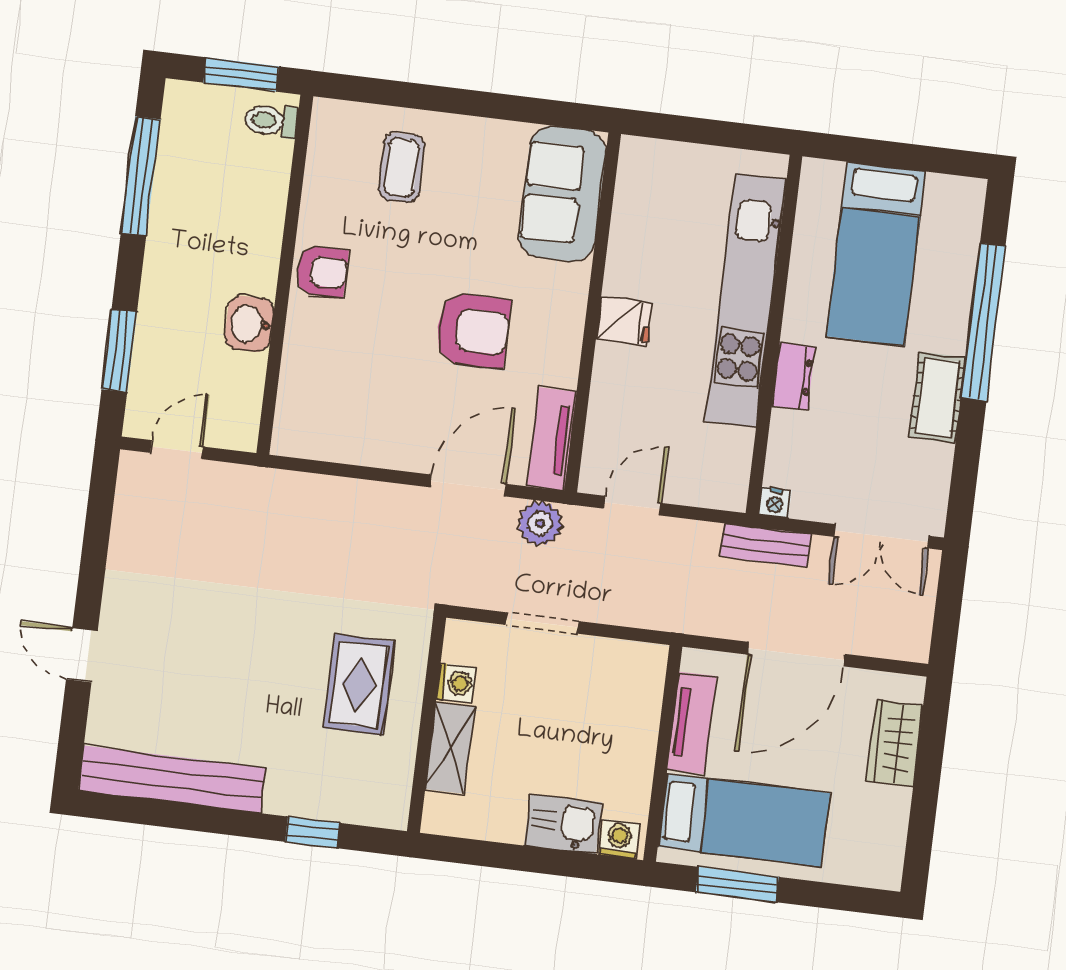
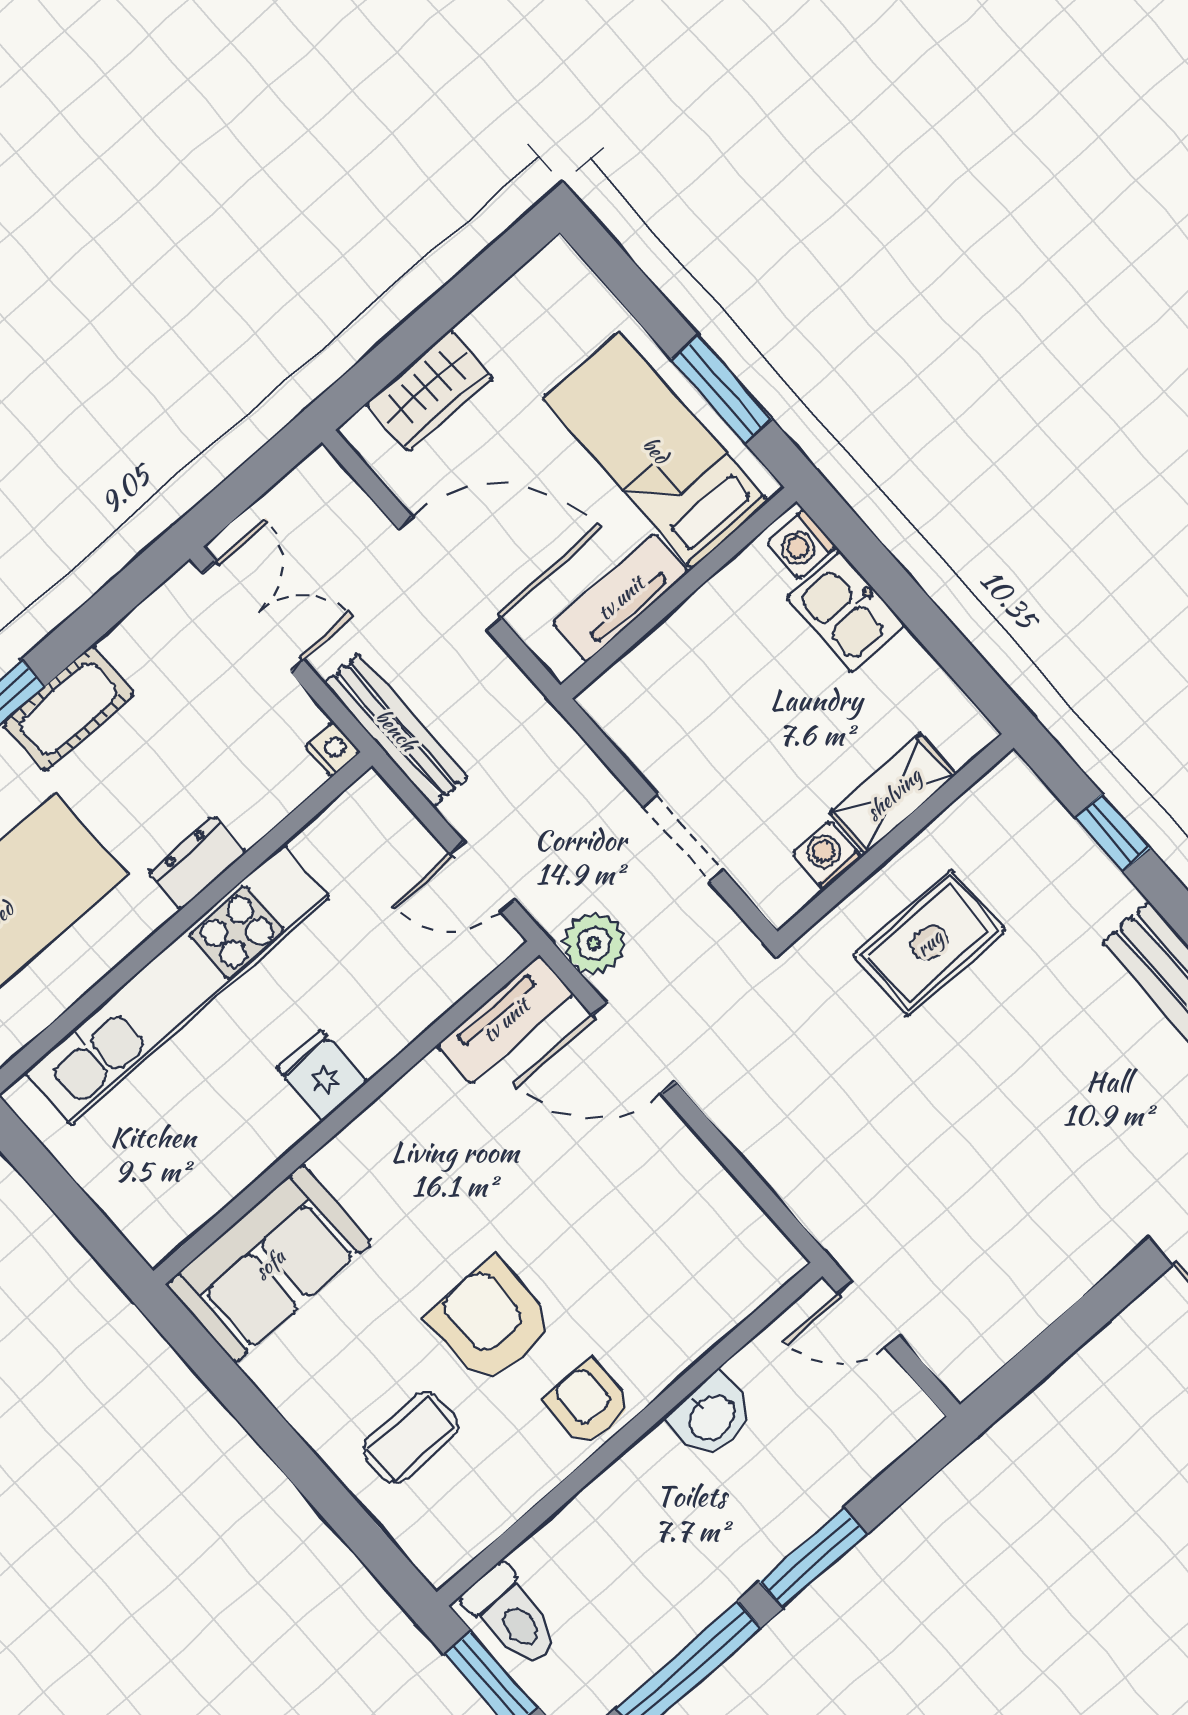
toilet: (271, 121) -> (512, 1616), width x1.37, depth x1.39
armchair: (473, 330) -> (491, 1322), moved
window: (119, 351) -> (813, 1558), moved
door: (177, 450) -> (868, 1314), moved
bench: (766, 545) -> (396, 730), width x1.36

